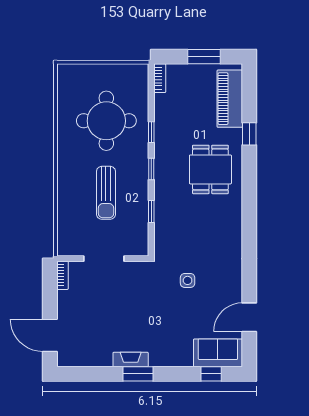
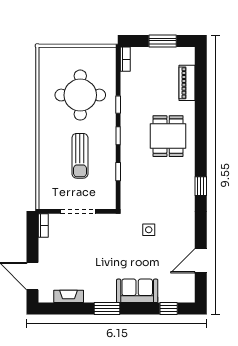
piano: (230, 99) -> (187, 83), width x0.73, depth x0.75
window: (249, 134) -> (201, 186), moved
sofa: (218, 353) -> (137, 291), moved
fireplace: (131, 360) -> (69, 296), moved

